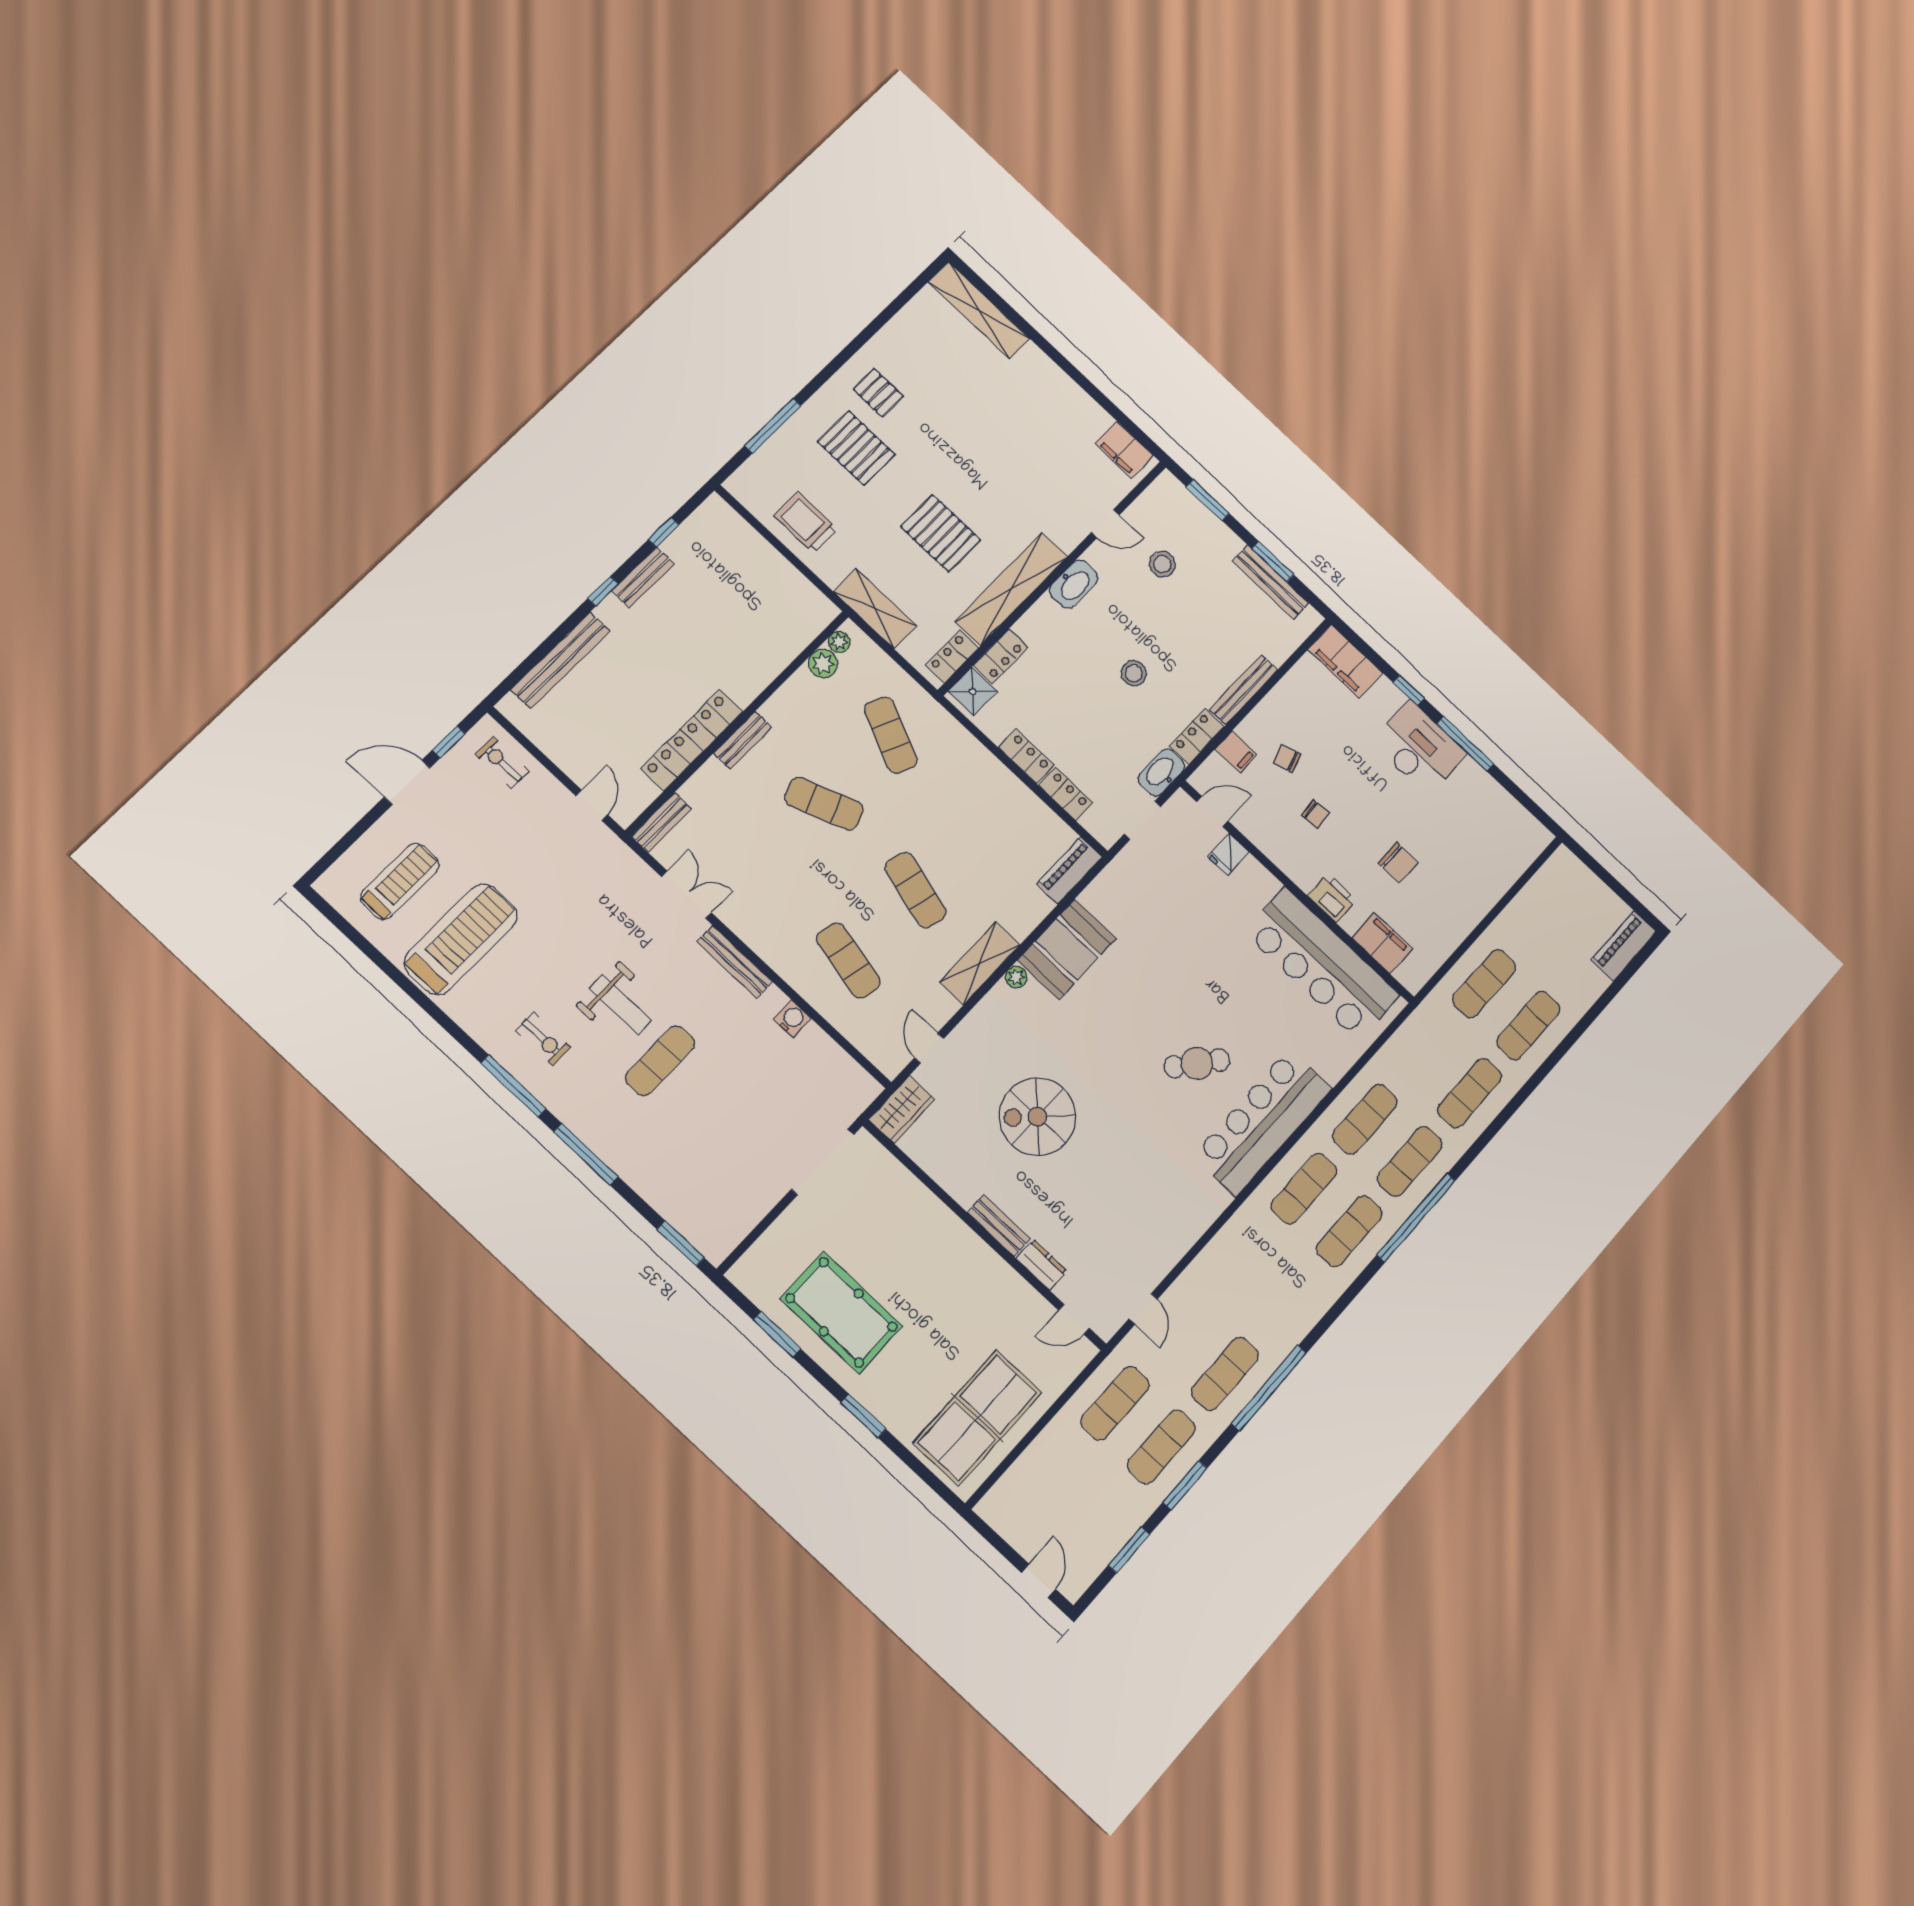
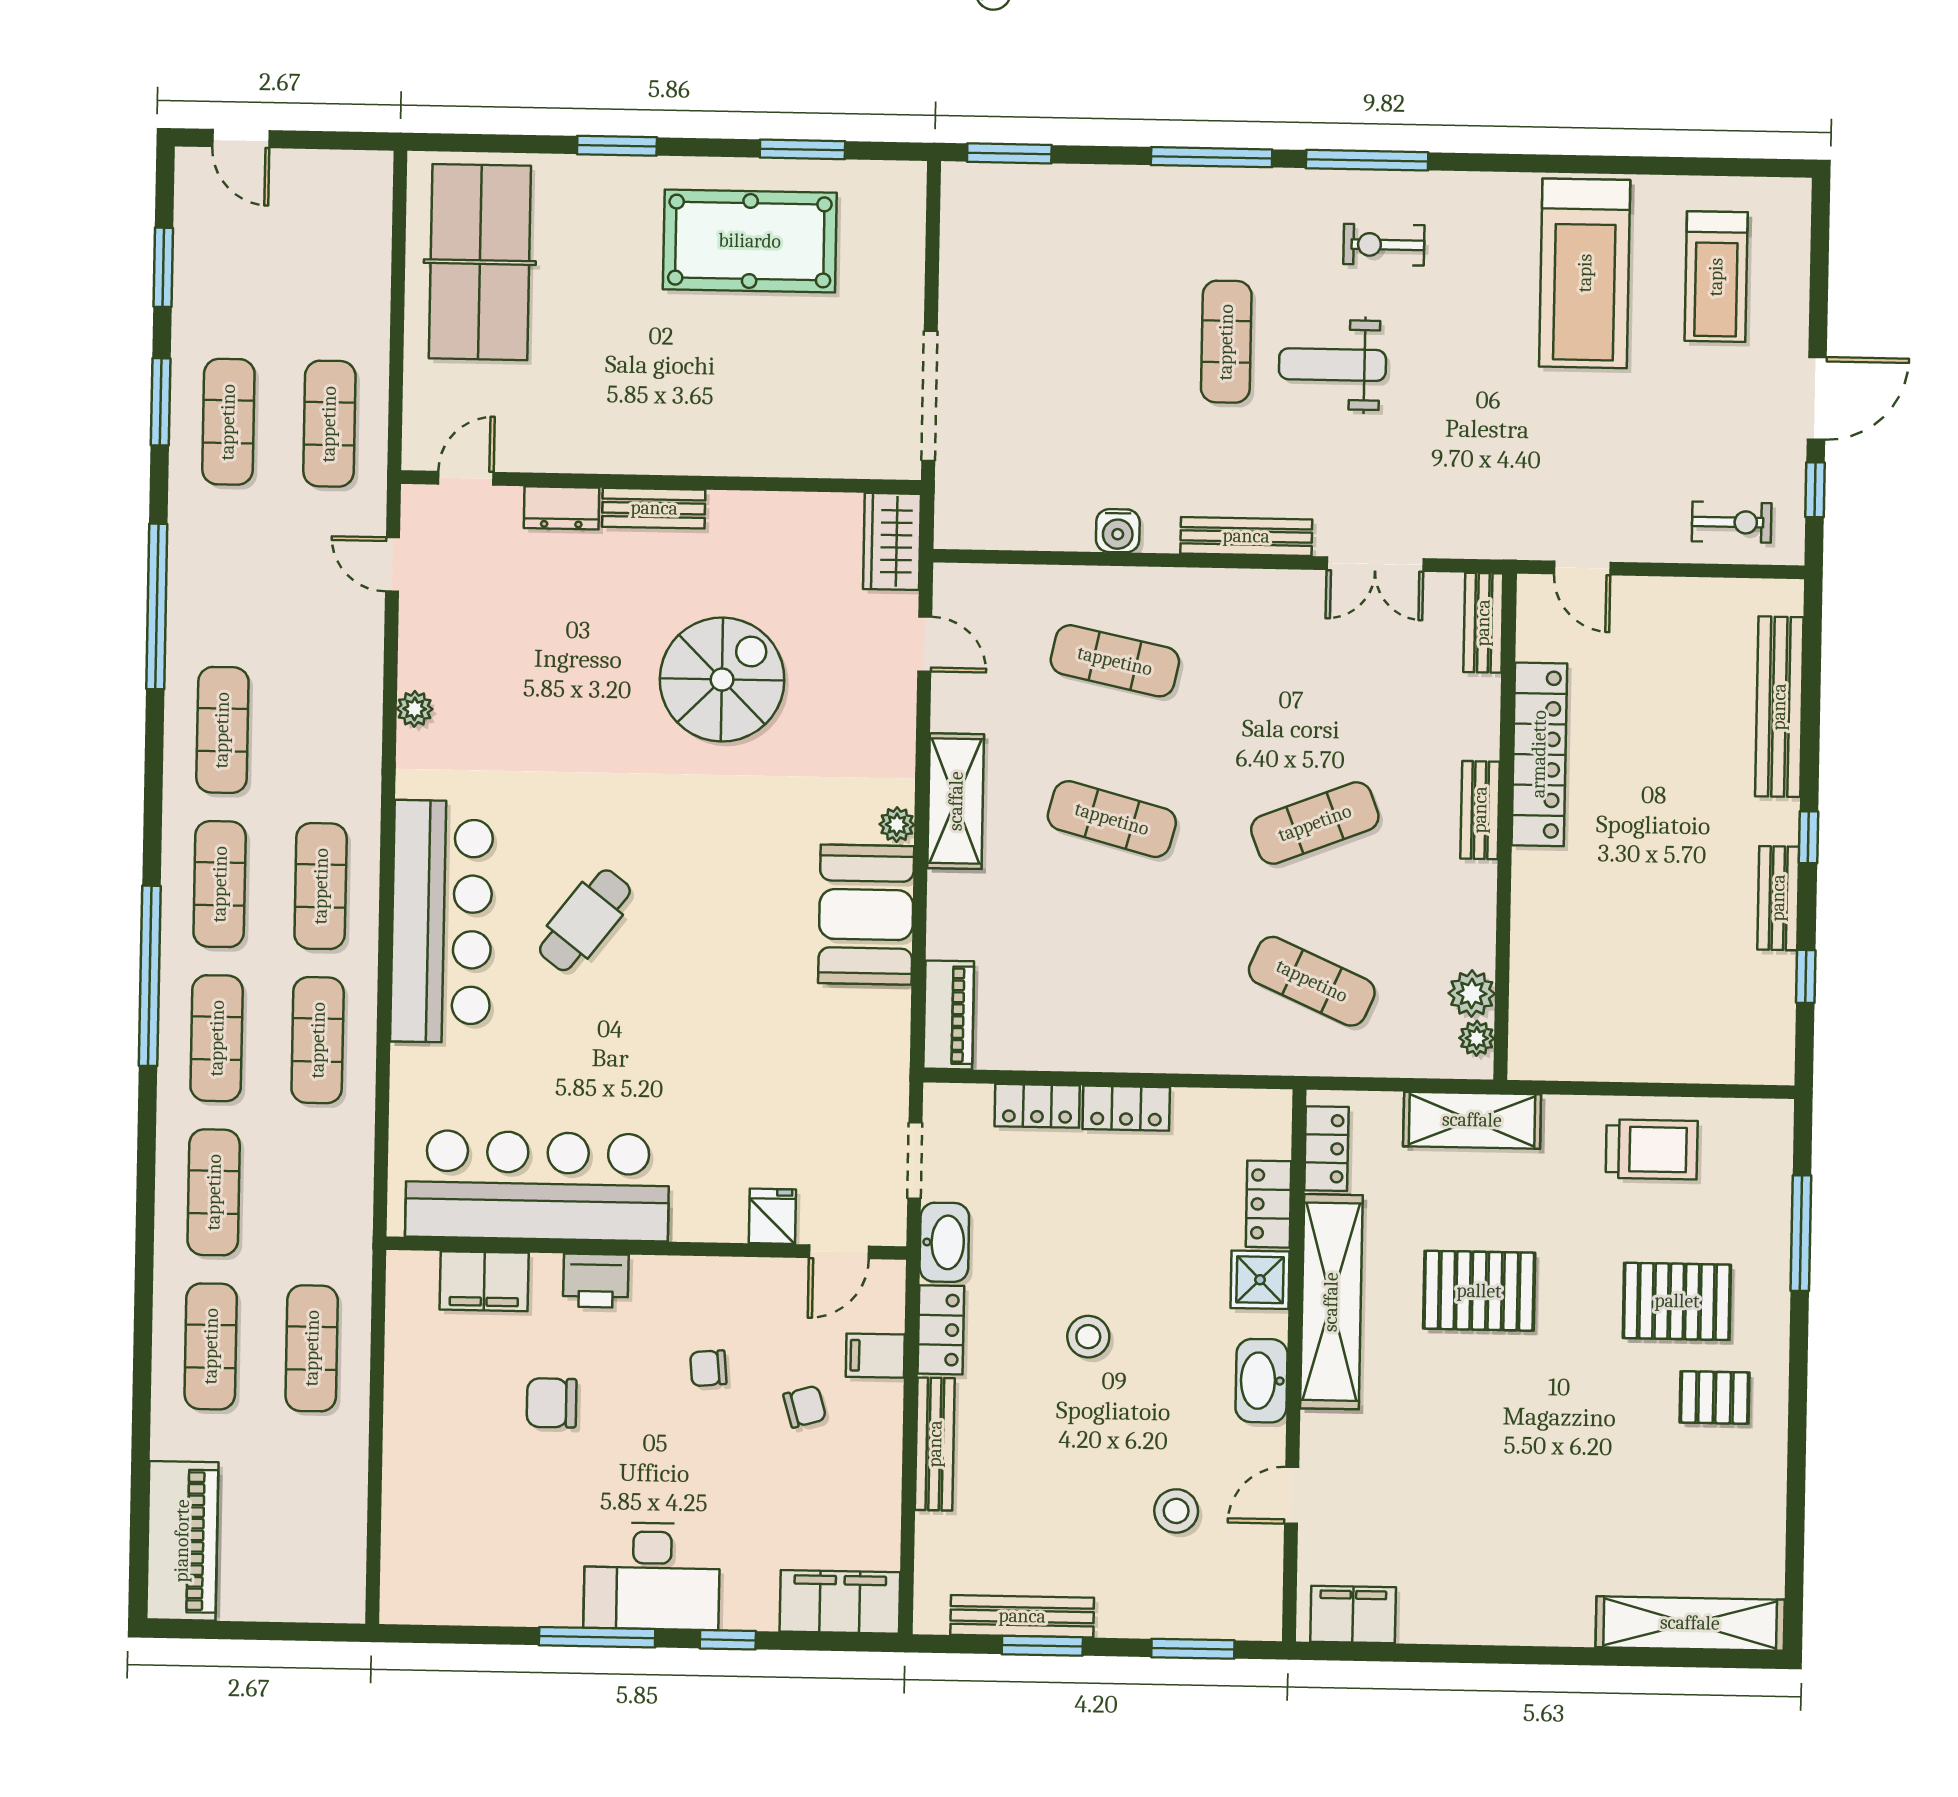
shower: (973, 691) -> (1260, 1280), moved
piano: (1624, 946) -> (182, 1541), width x1.37, depth x1.33
plant: (1191, 1232) -> (415, 709), added
exercise mat: (1225, 1374) -> (222, 730), moved

